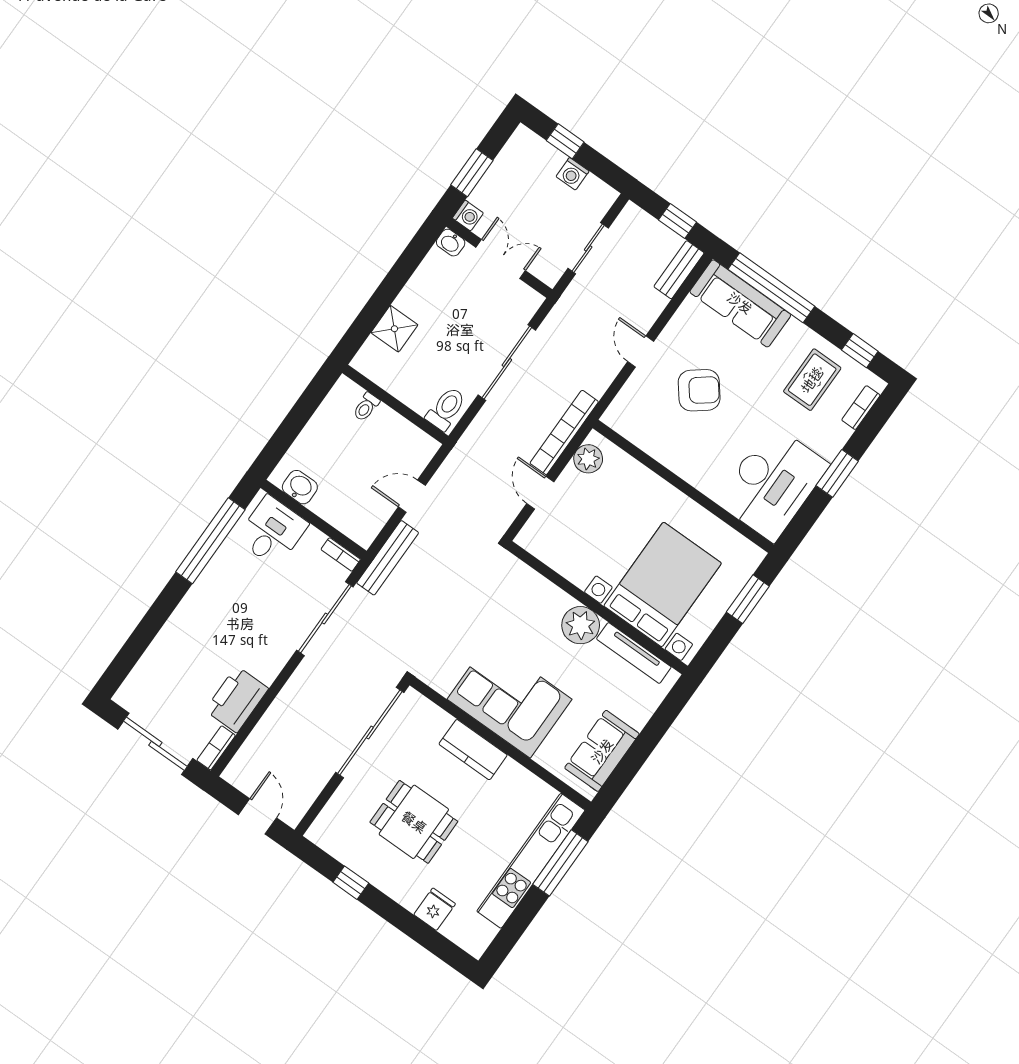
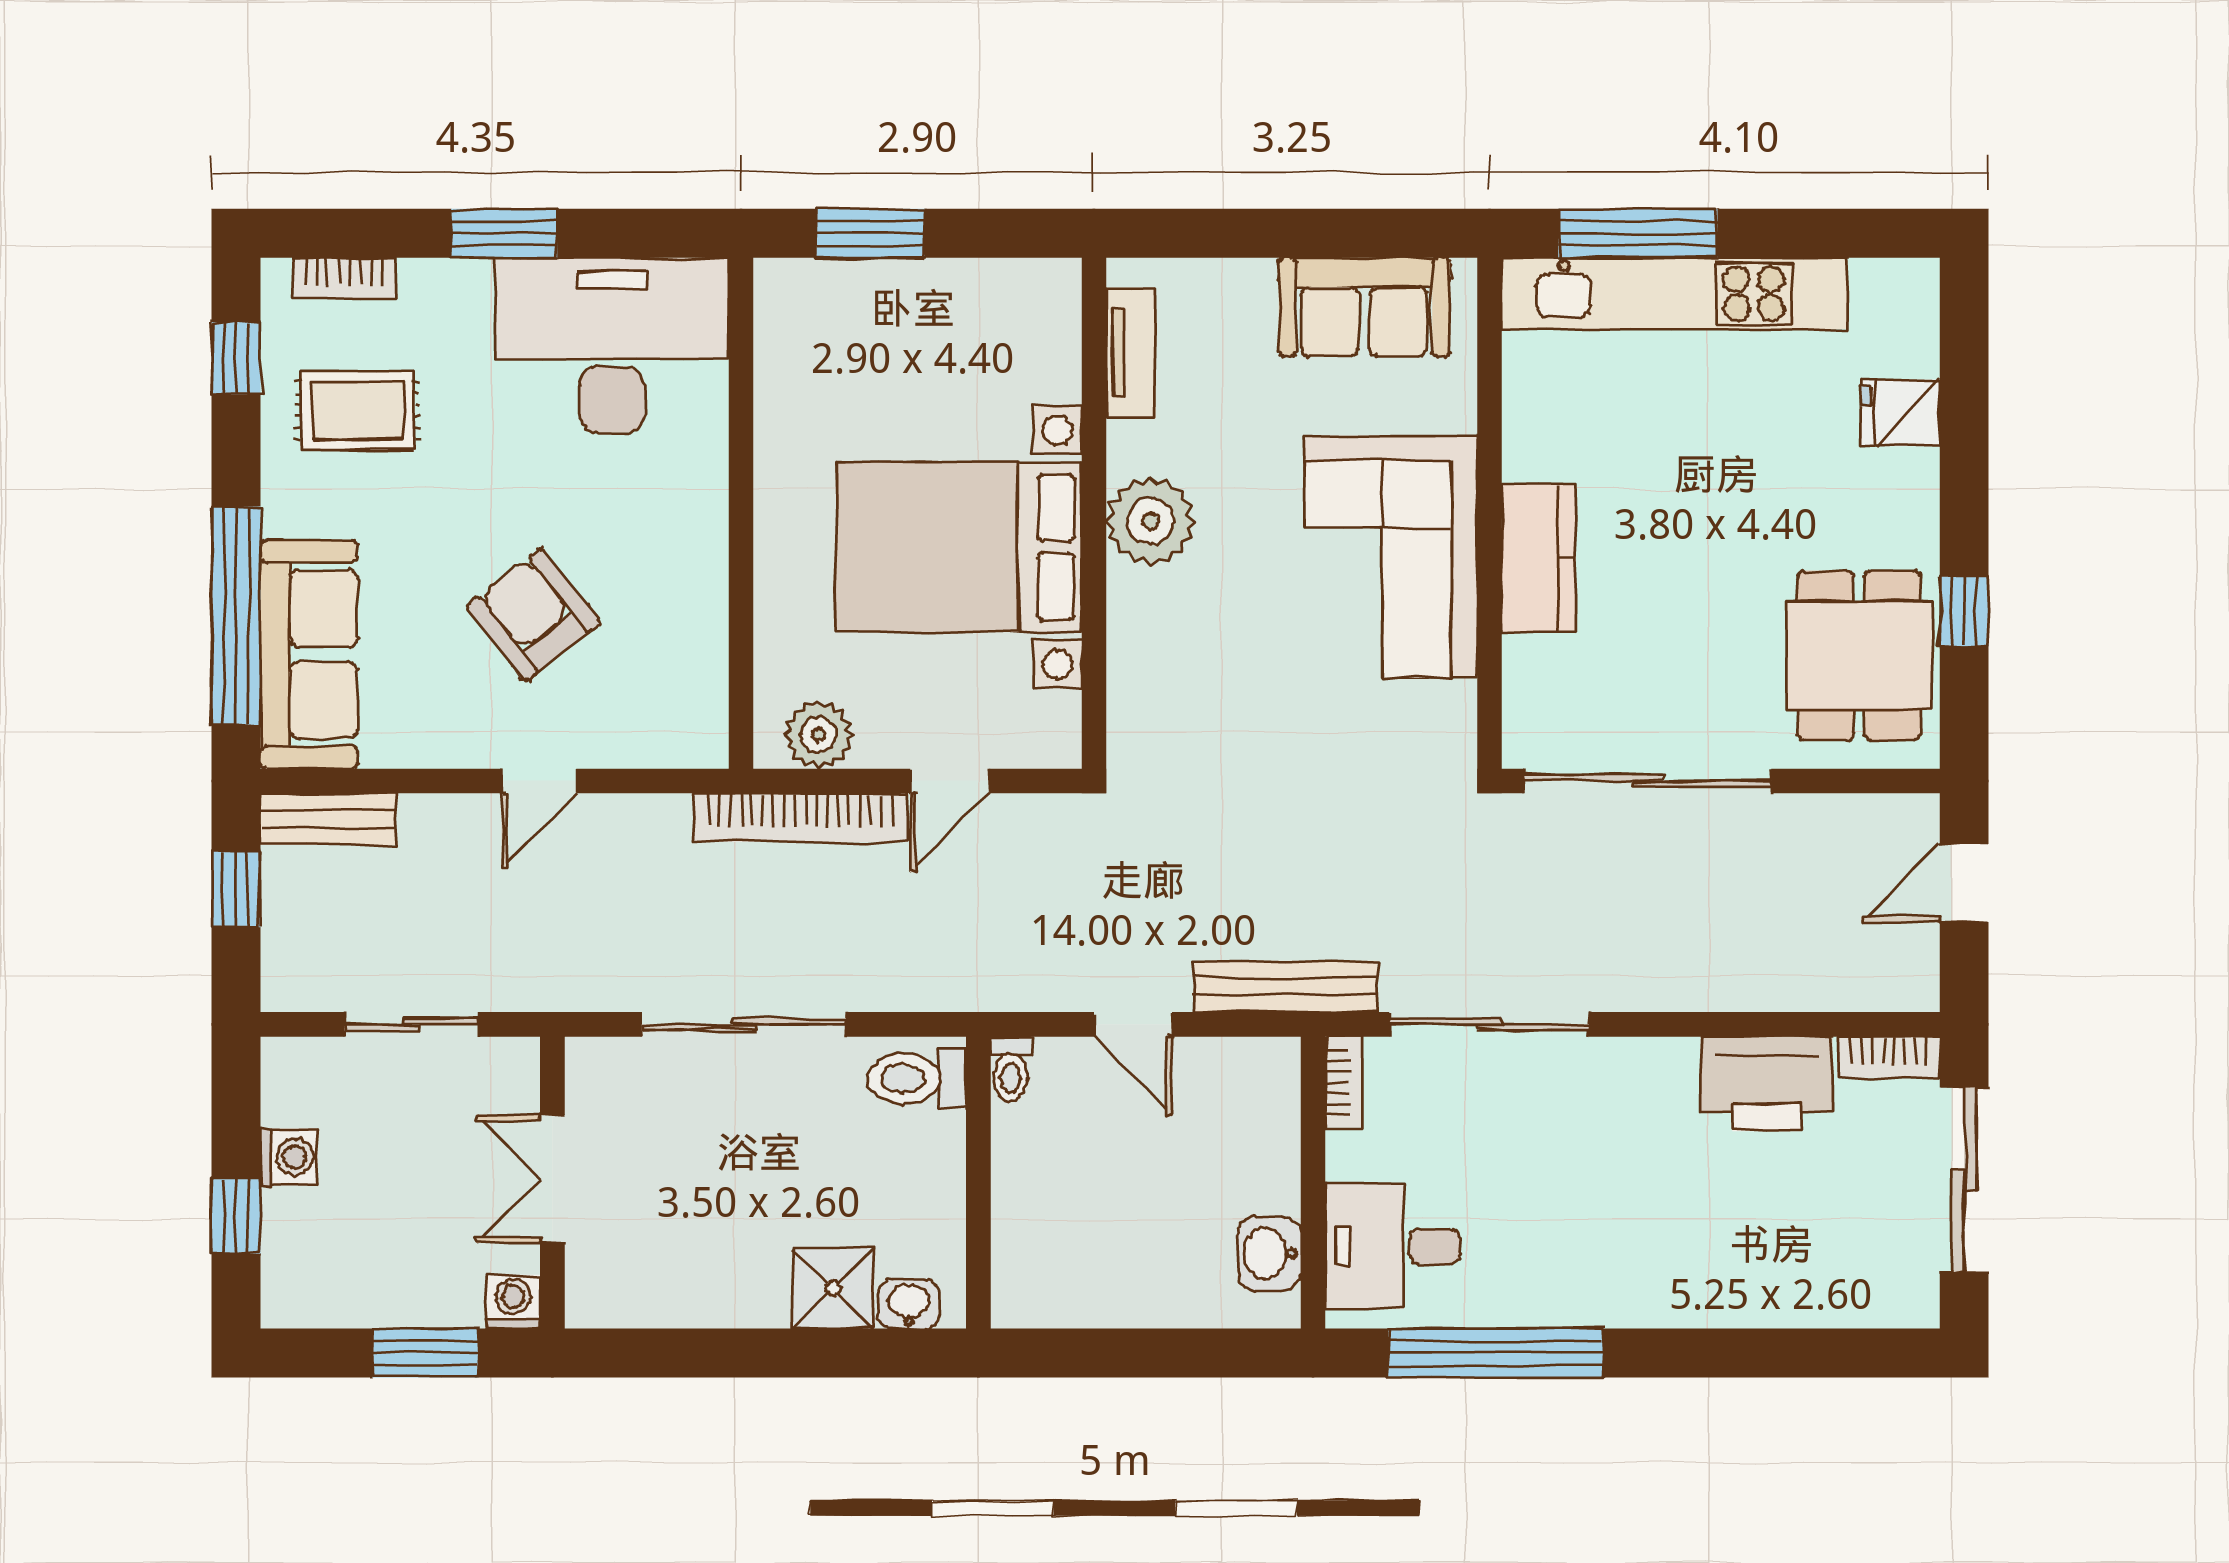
washbasin: (451, 243) -> (909, 1304), moved, turned -90
toilet: (366, 407) -> (1011, 1069), moved, turned 90
bed with nightstands: (663, 584) -> (959, 547), moved
tv unit: (634, 653) -> (1131, 353), width x0.71
dining table: (414, 822) -> (1859, 655), moved

